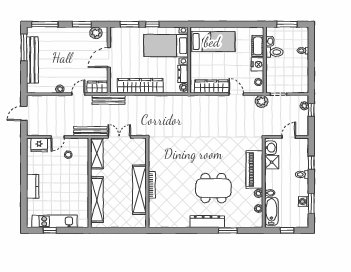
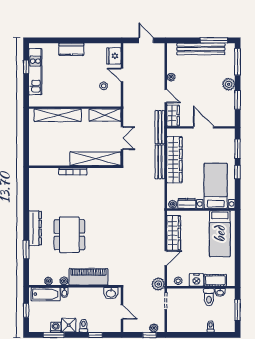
plant: (96, 33) -> (229, 84), moved
bench: (90, 131) -> (160, 162), moved
shower: (272, 162) -> (69, 325), moved
shelving: (139, 190) -> (95, 159), moved

